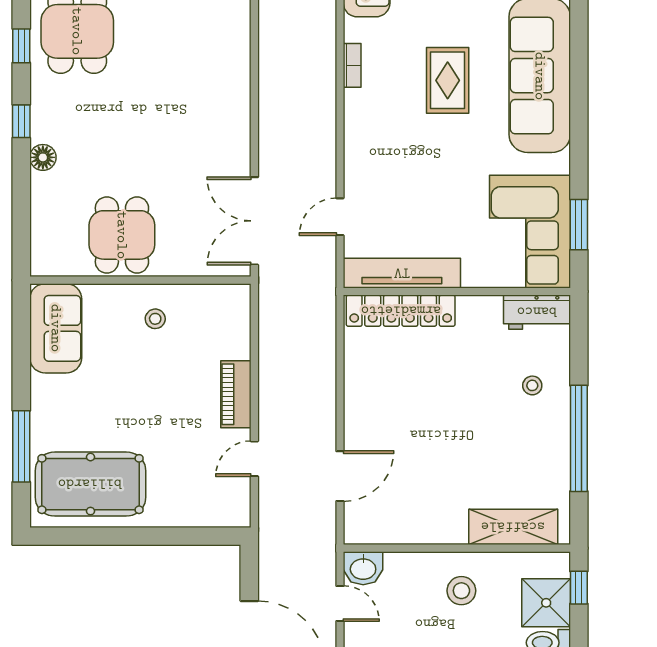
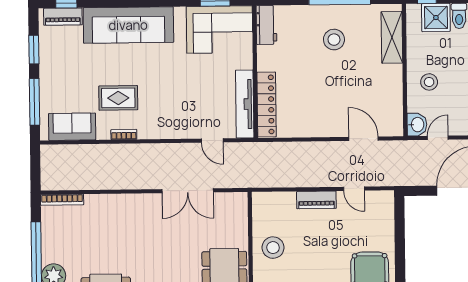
rug: (448, 80) -> (118, 98), moved
double door: (254, 221) -> (188, 191), moved
stool: (155, 319) -> (273, 248), width x1.89, depth x1.89
stool: (532, 385) -> (334, 40), moved, width x1.89, depth x1.89
stool: (461, 591) -> (429, 82), moved

